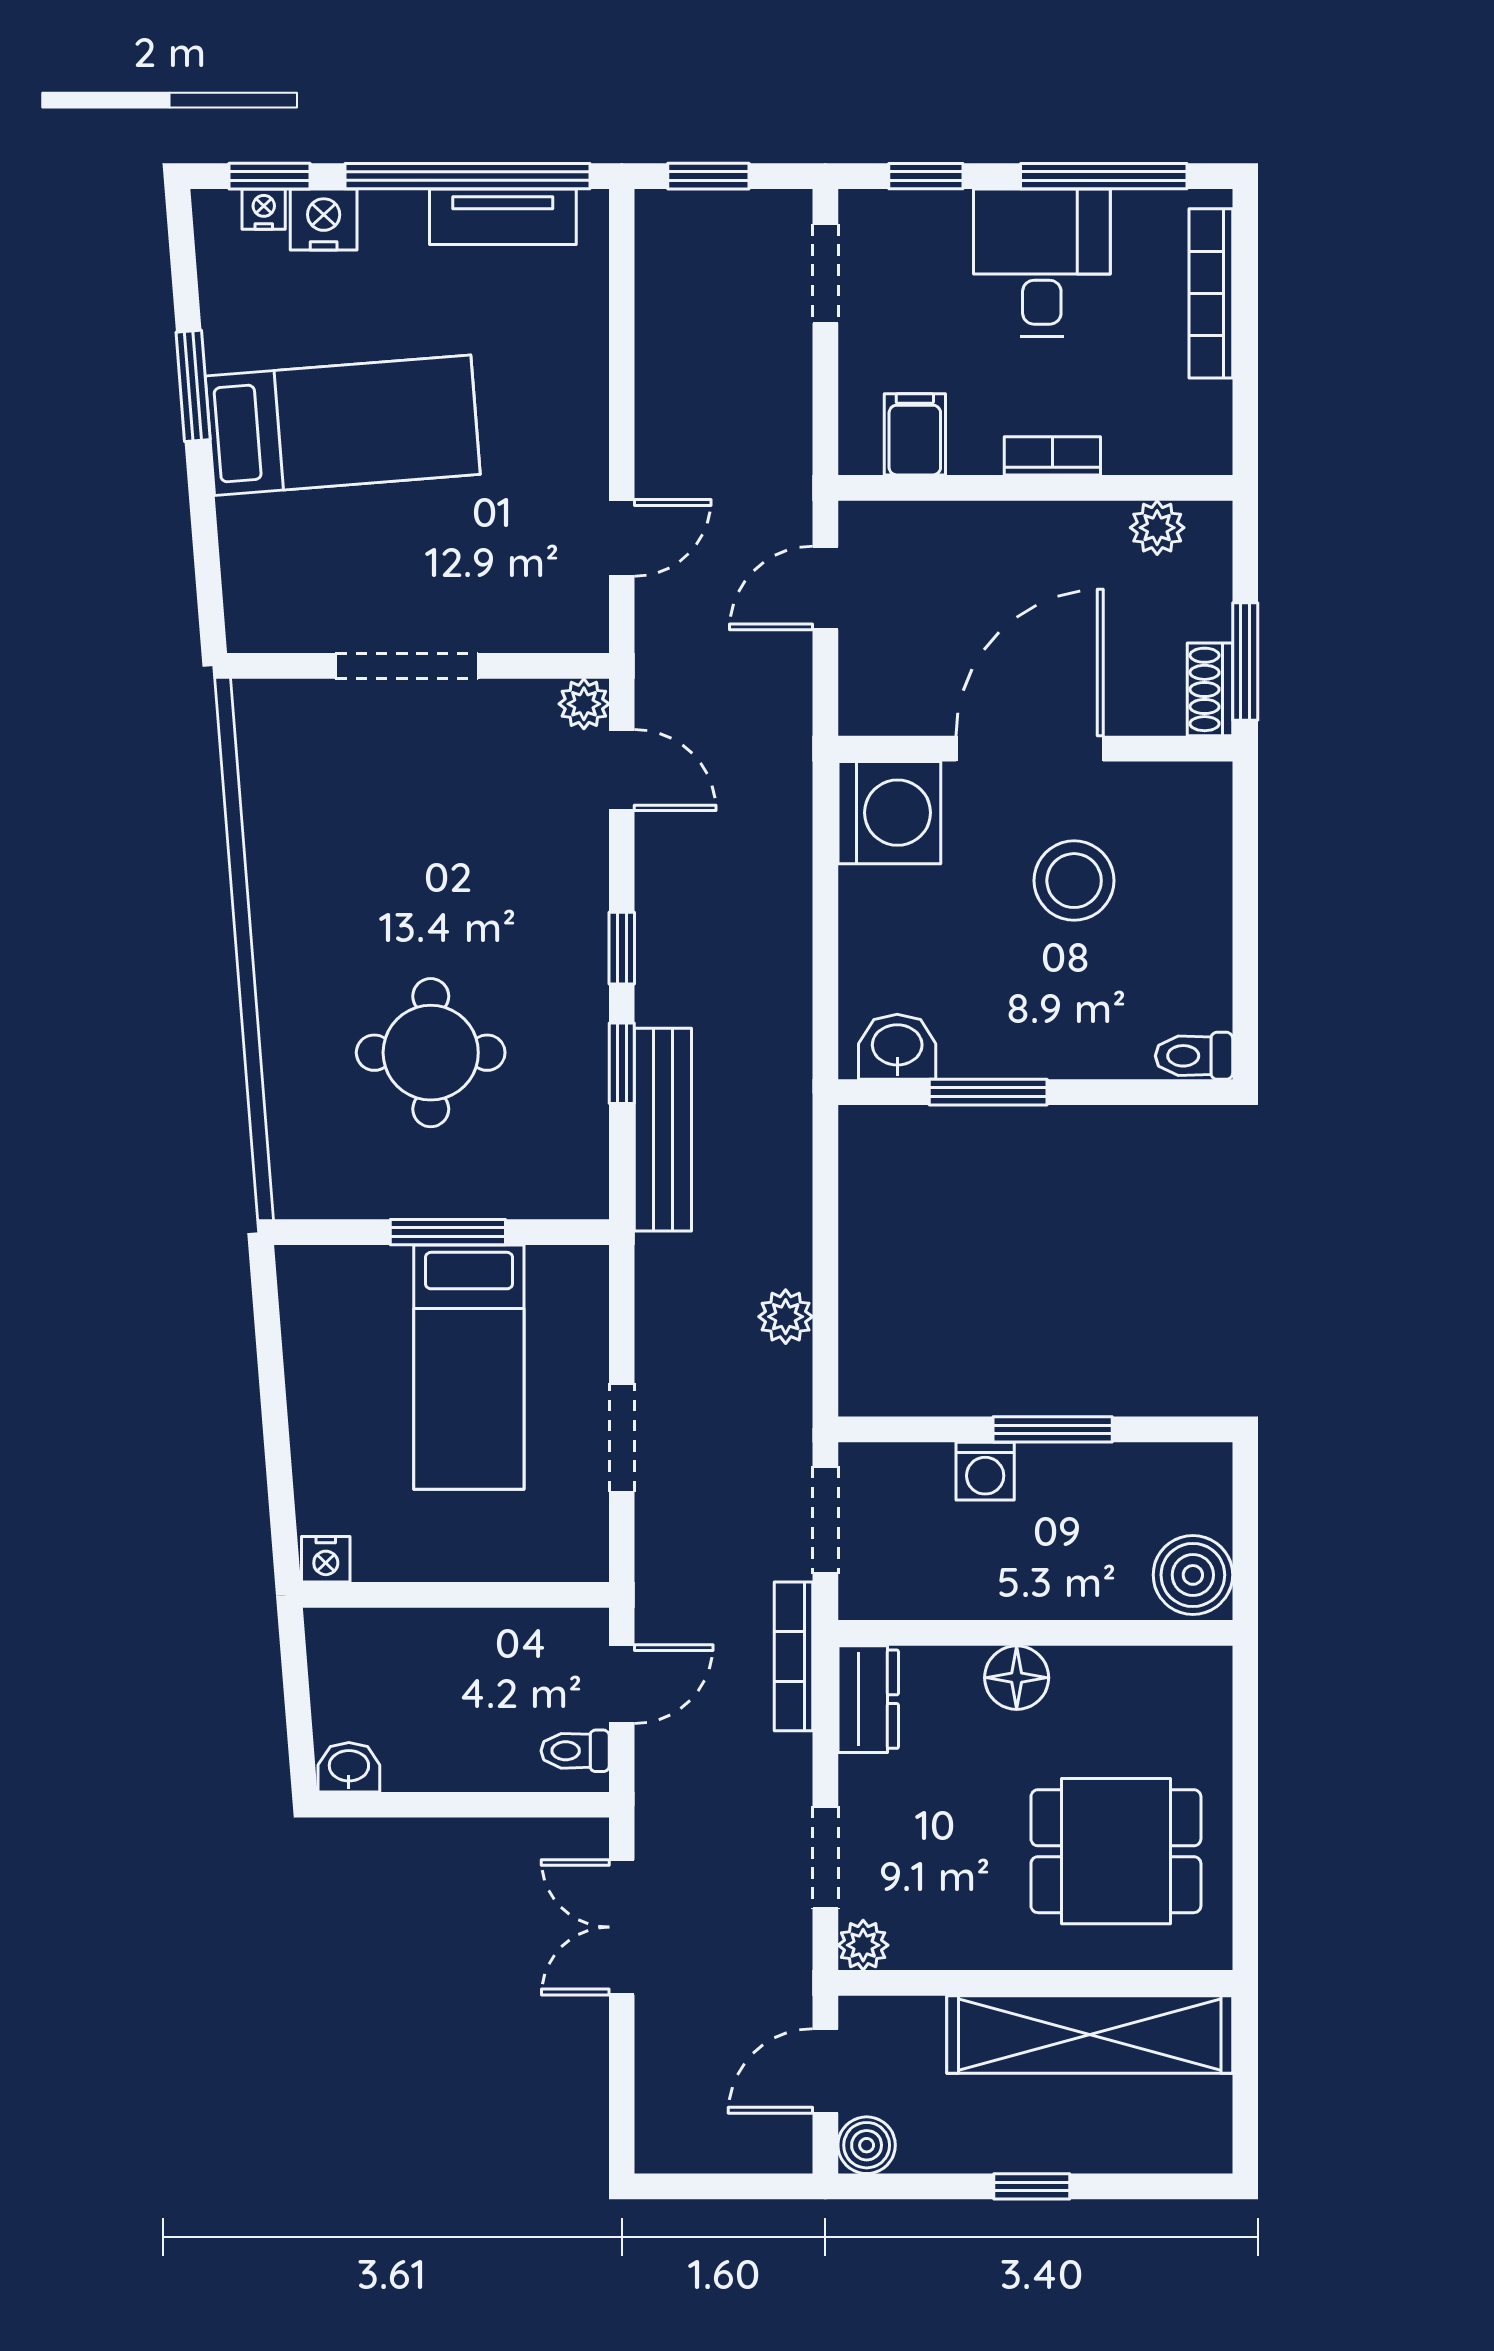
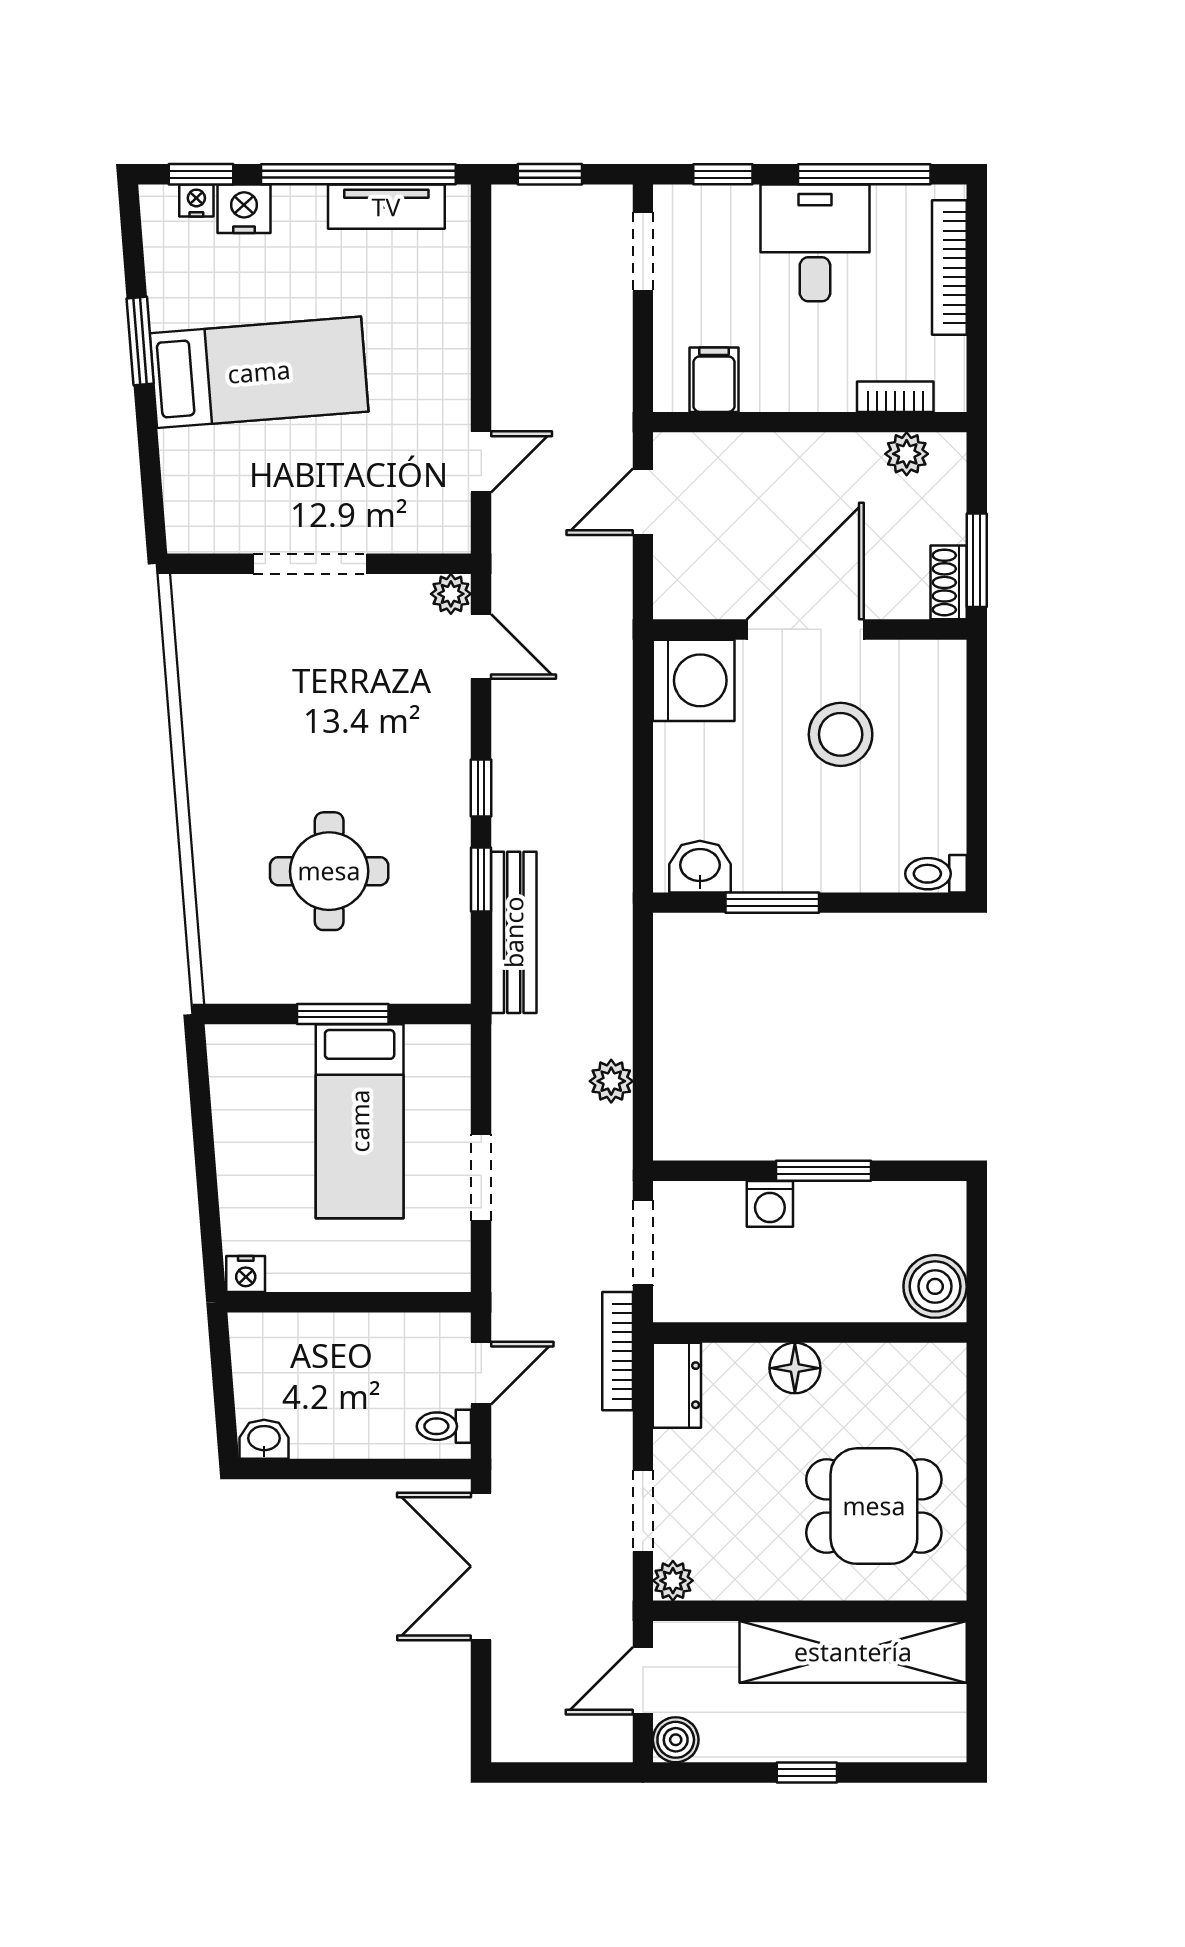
bookcase: (1052, 456) -> (895, 397), moved
double door: (622, 1927) -> (481, 1566), width x1.37

